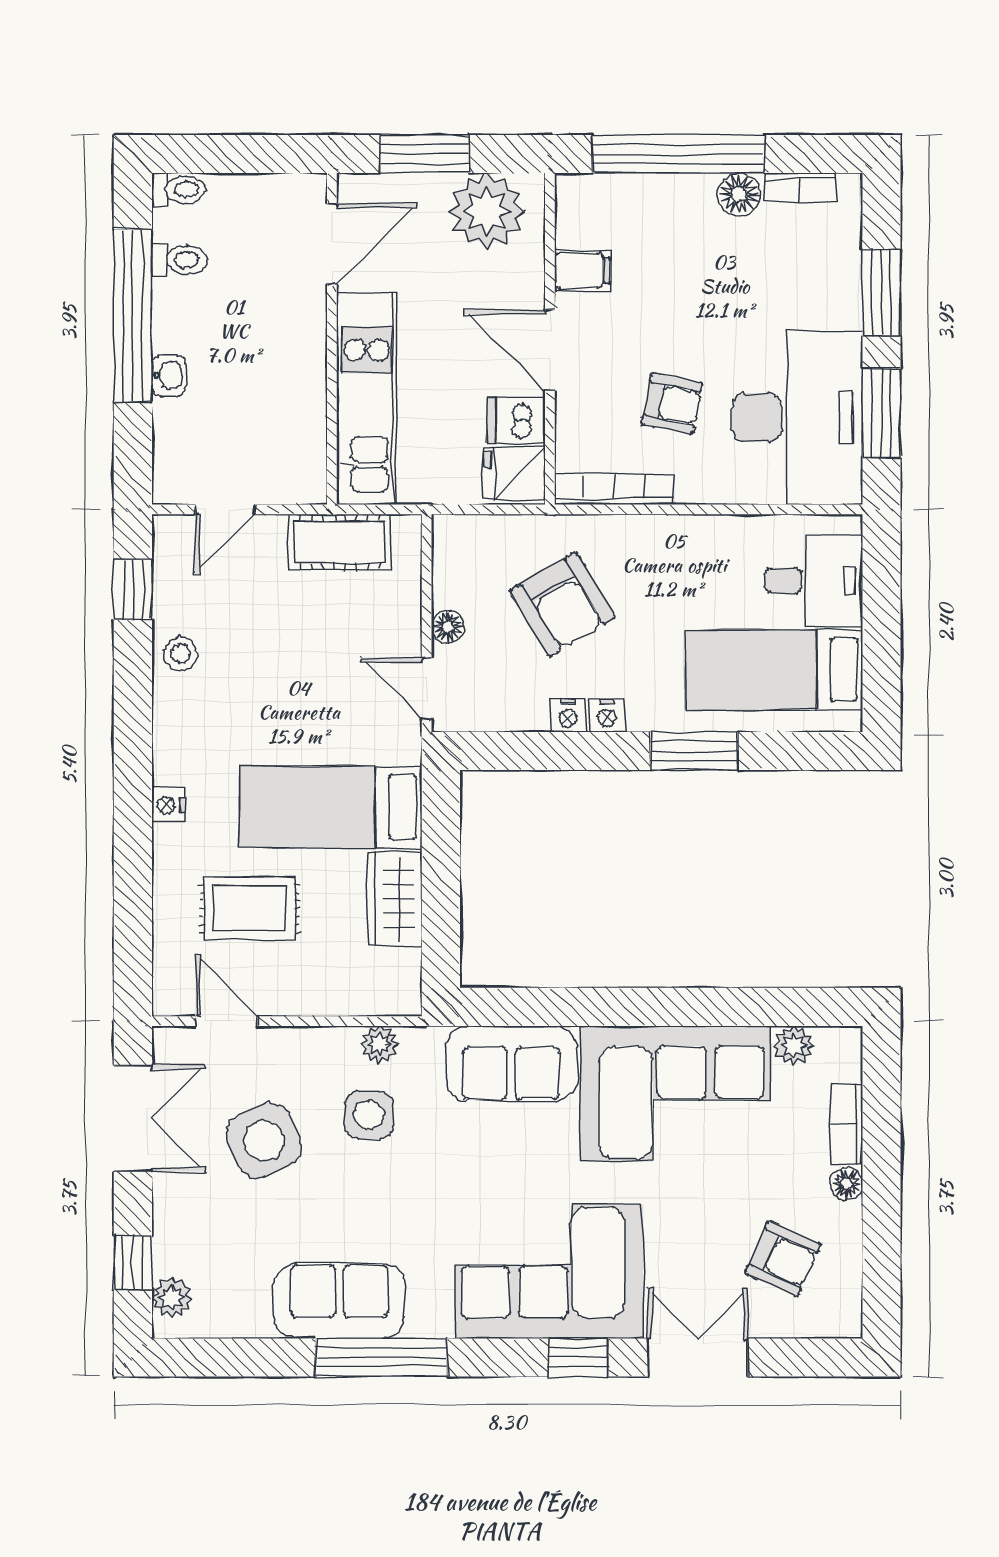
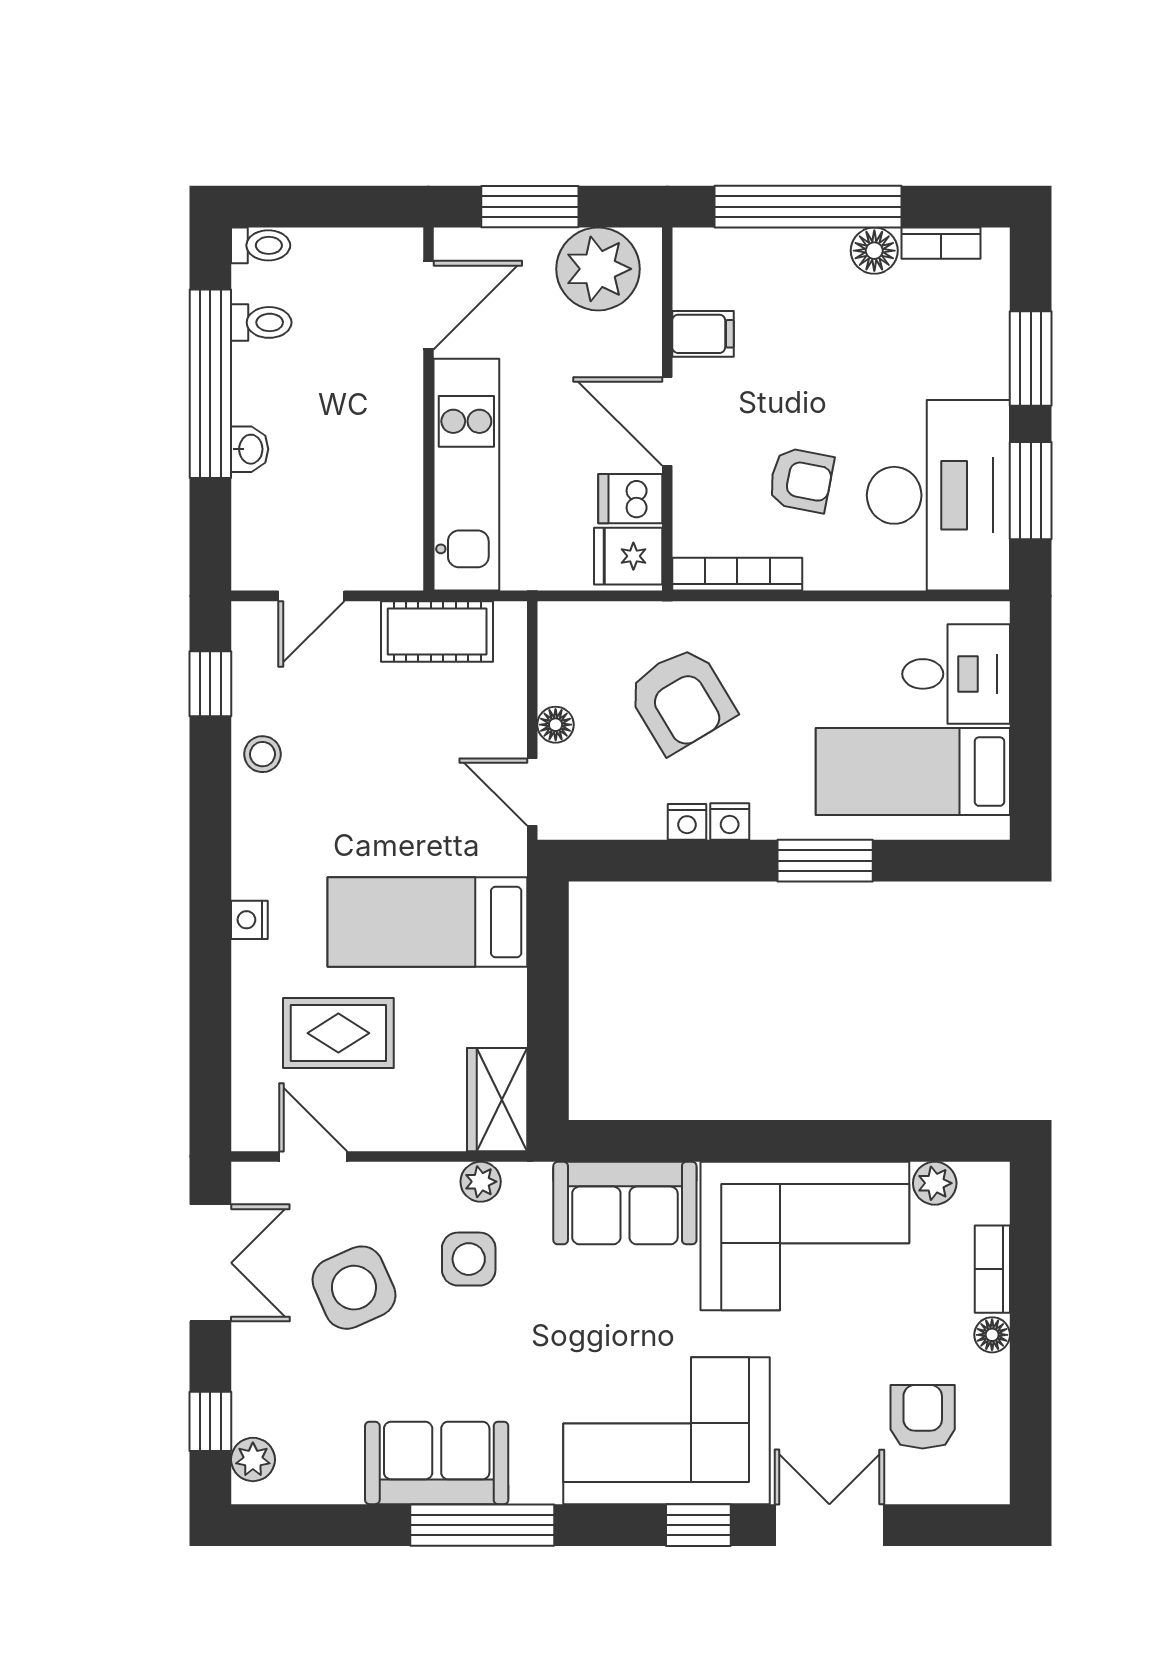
wardrobe: (395, 899) -> (497, 1100), moved
armchair: (783, 1259) -> (923, 1417), turned -114

